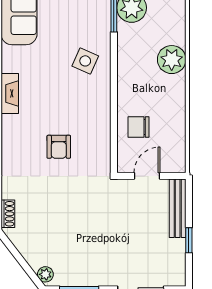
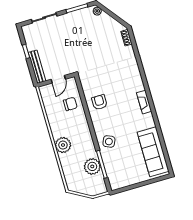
side table: (85, 61) -> (109, 141), moved
armchair: (59, 147) -> (99, 102), moved

